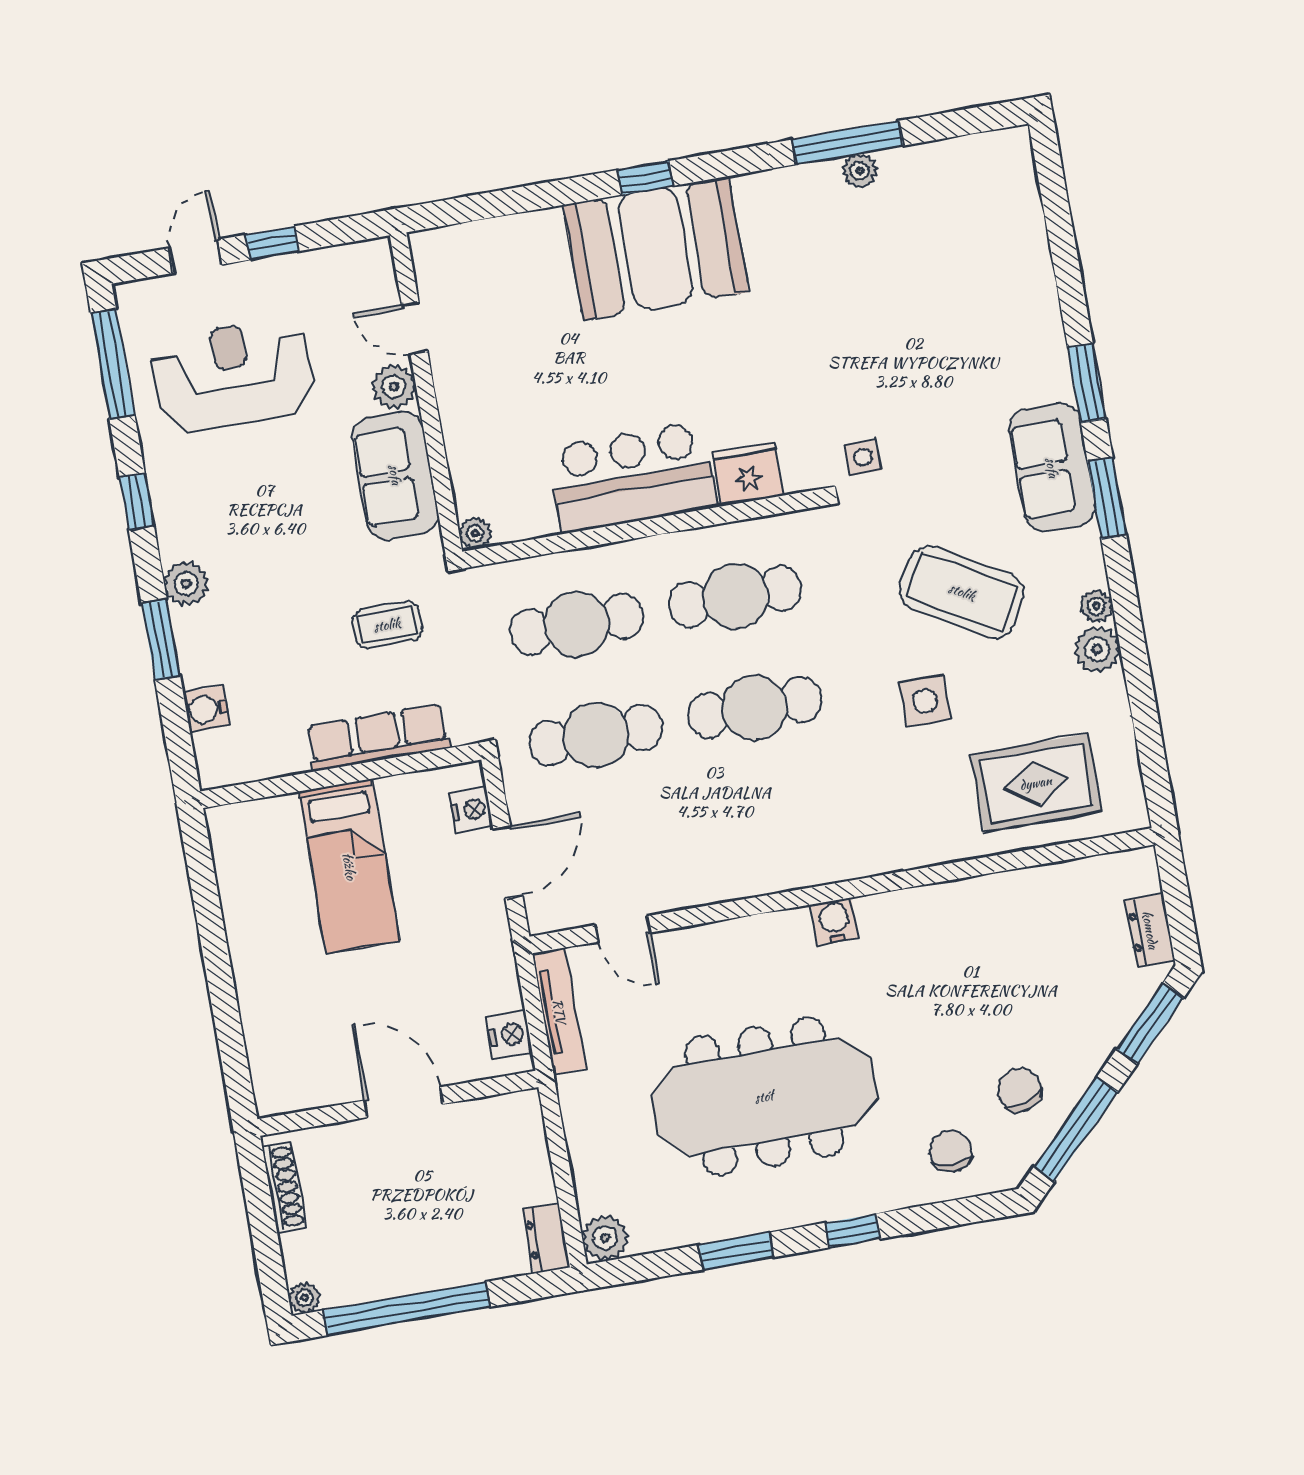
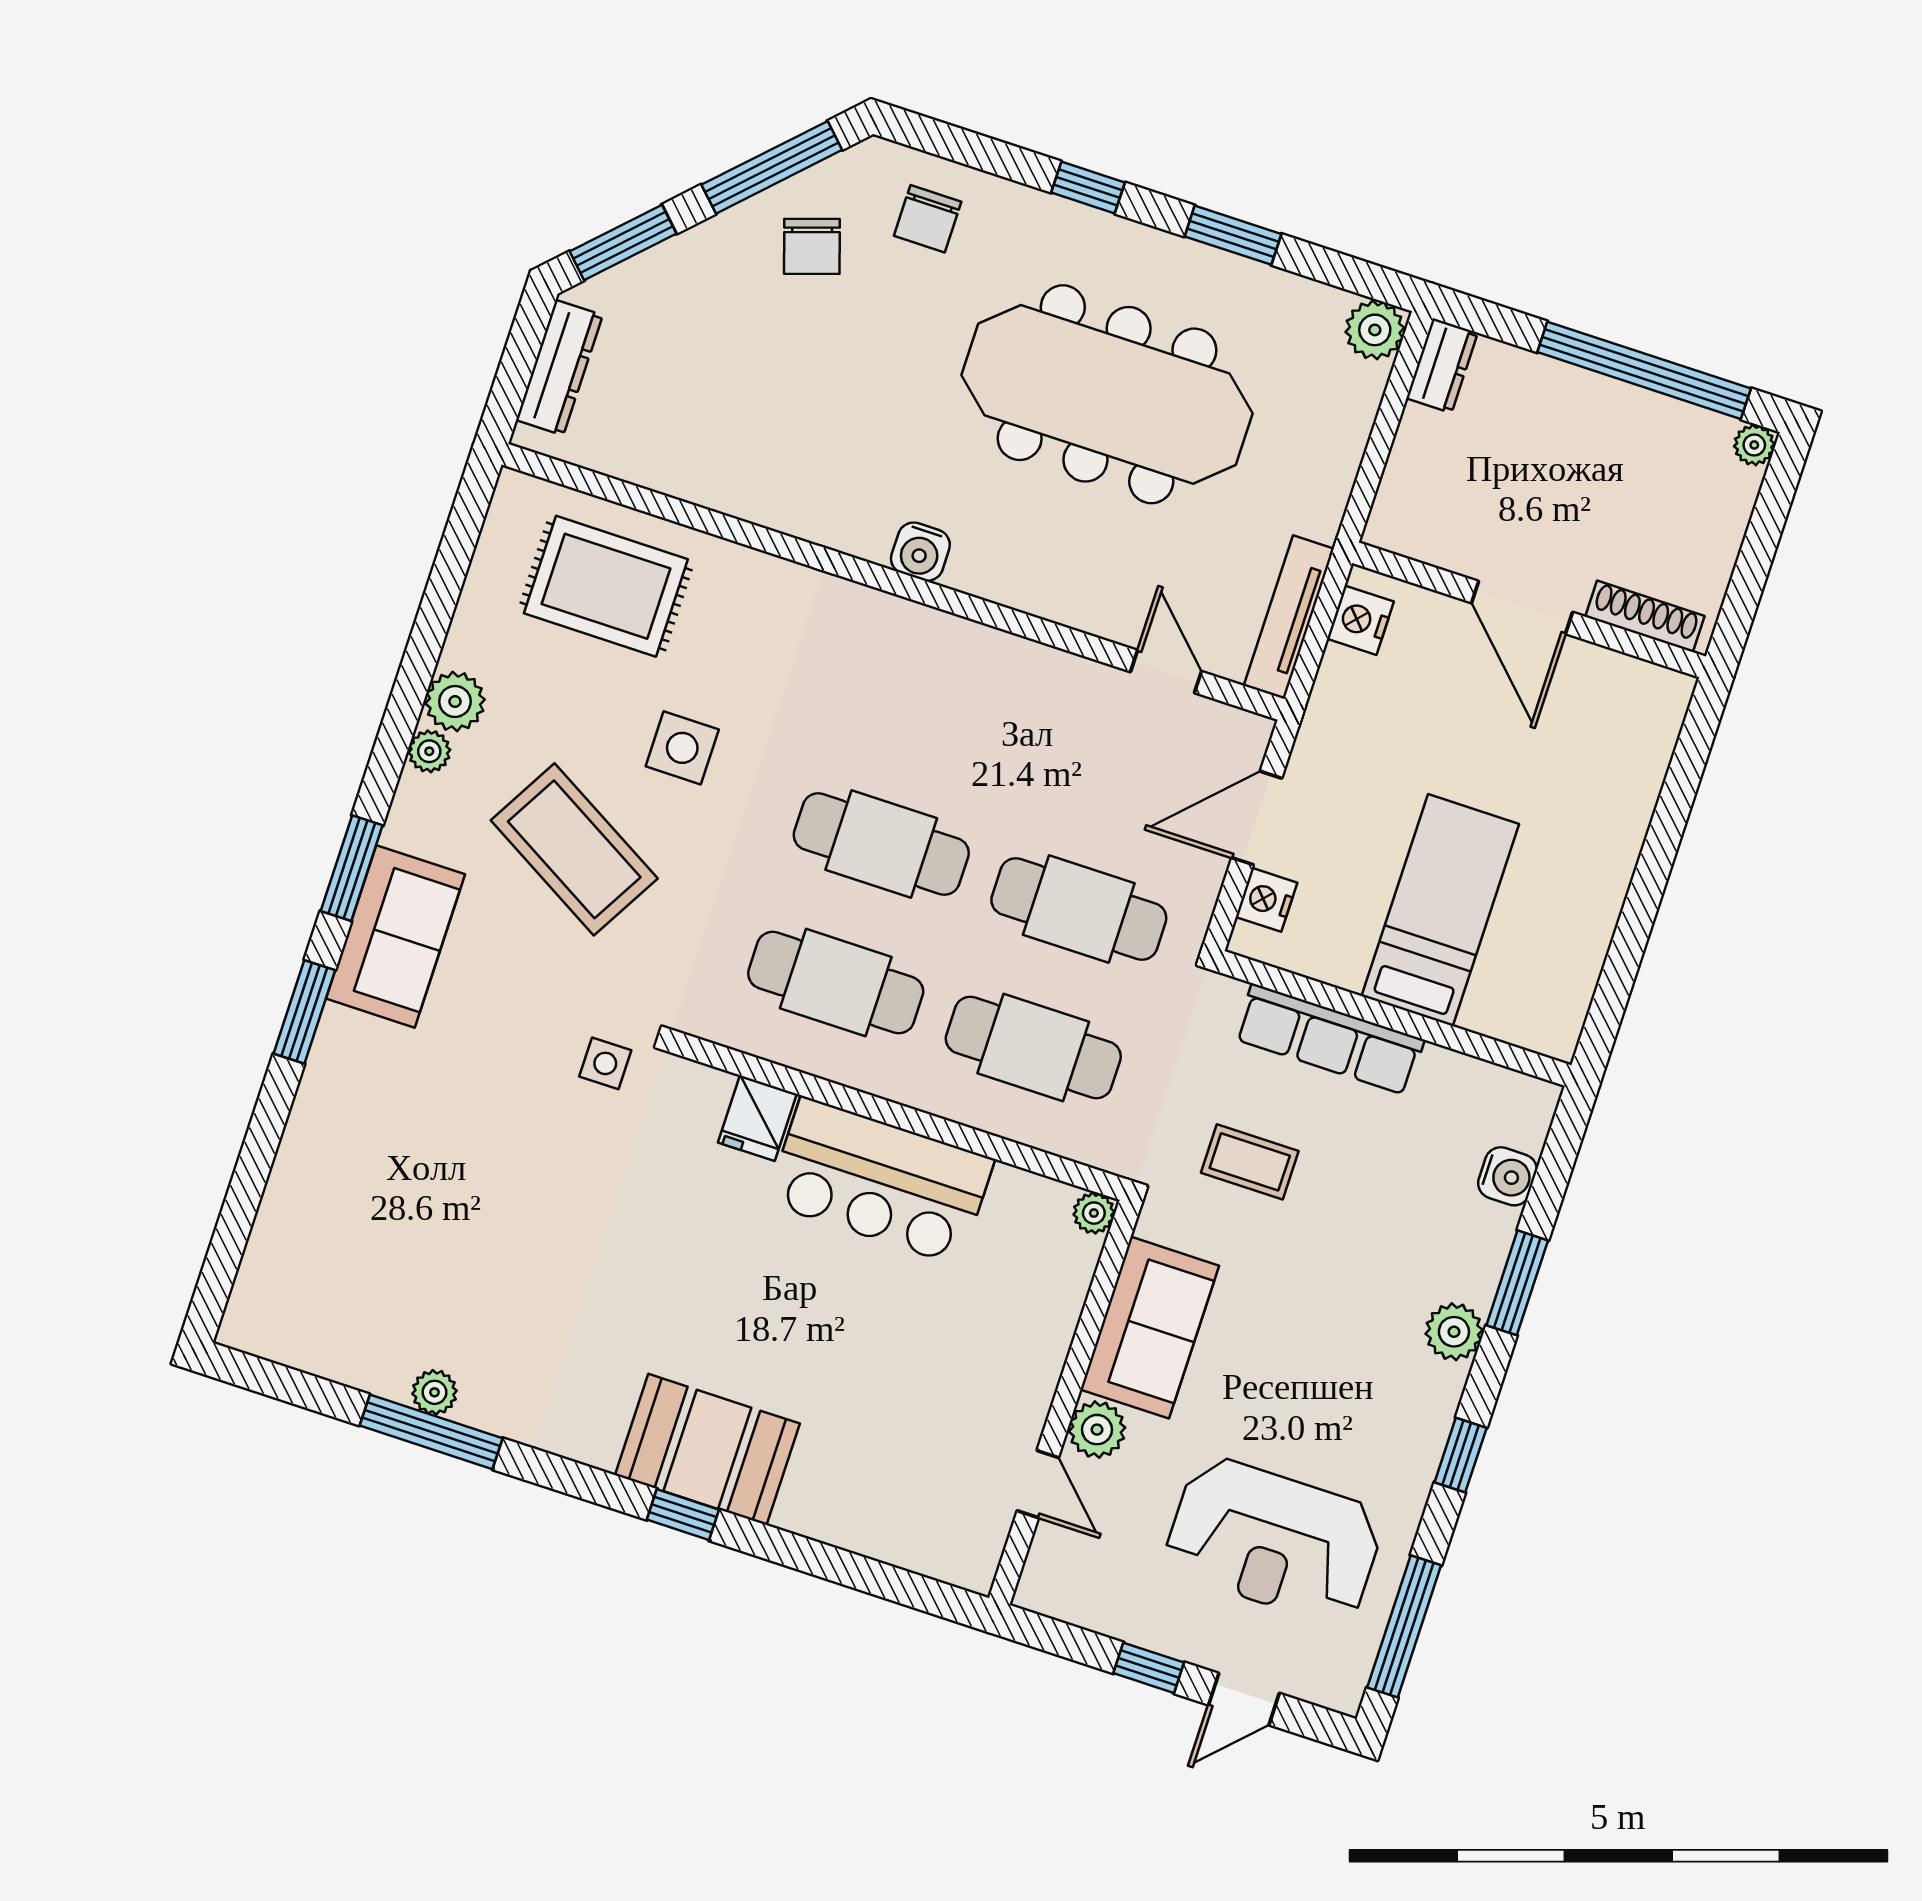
booth: (656, 248) -> (707, 1449), width x0.73, depth x0.70
fridge: (748, 474) -> (757, 1118), width x0.72
dresser: (1150, 930) -> (559, 368), width x1.44
shoe rack: (284, 1187) -> (1645, 616), moved, turned 90

